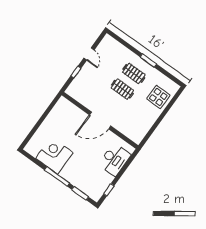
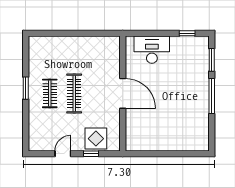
clothes rail: (122, 89) -> (74, 93), width x1.36
display table: (158, 97) -> (96, 139), moved
corner desk: (54, 155) -> (192, 114), removed

